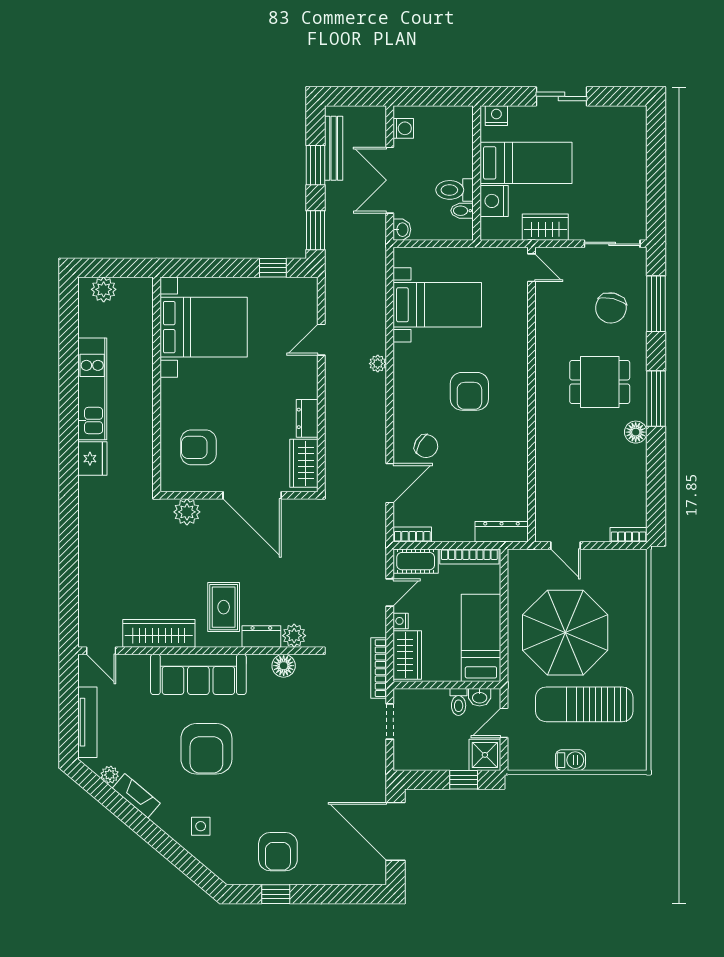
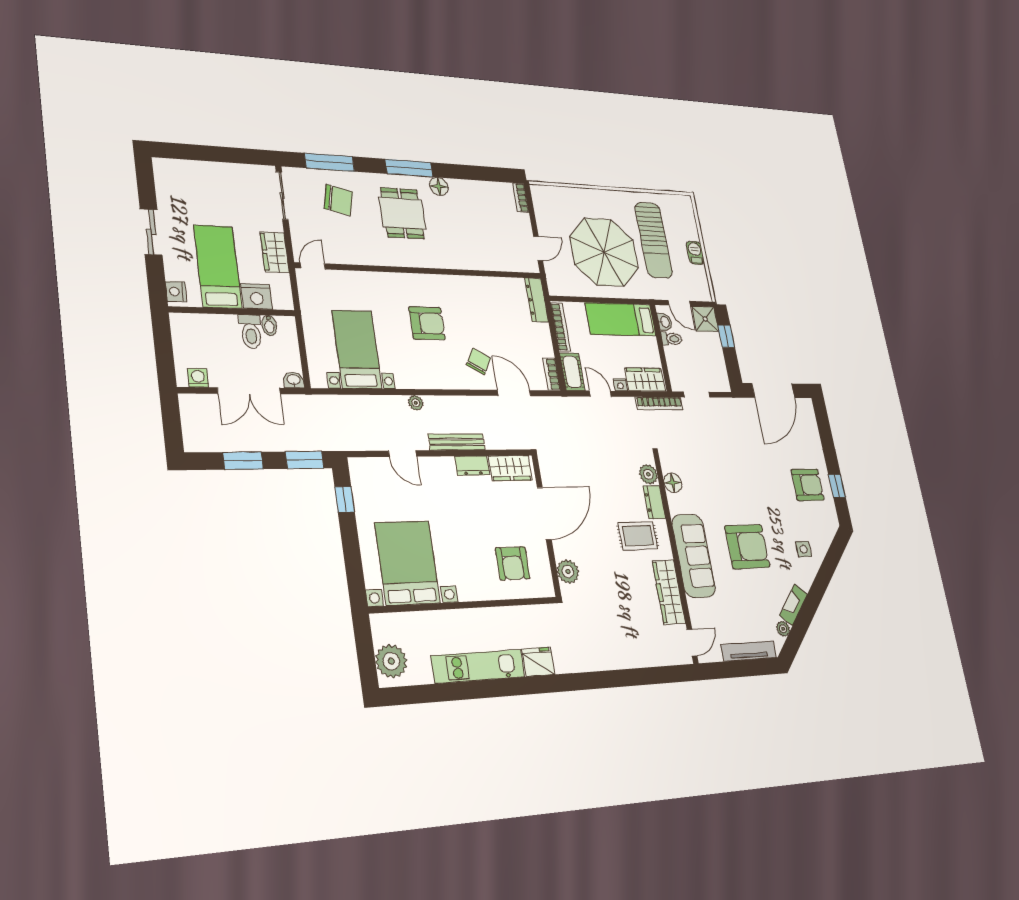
bench: (334, 148) -> (457, 442), moved
plant: (104, 289) -> (391, 661), width x1.36, depth x1.36

